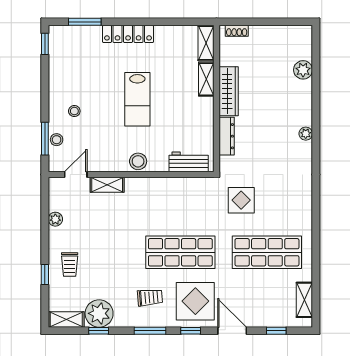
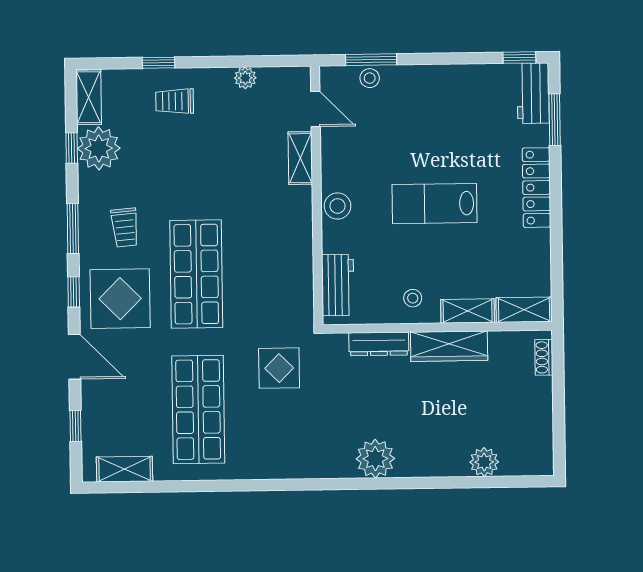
workbench: (68, 35) -> (533, 93), added
stool: (74, 111) -> (413, 298), moved
plant: (306, 134) -> (375, 459), width x1.87, depth x1.87
door: (232, 331) -> (75, 357), hinge flipped

